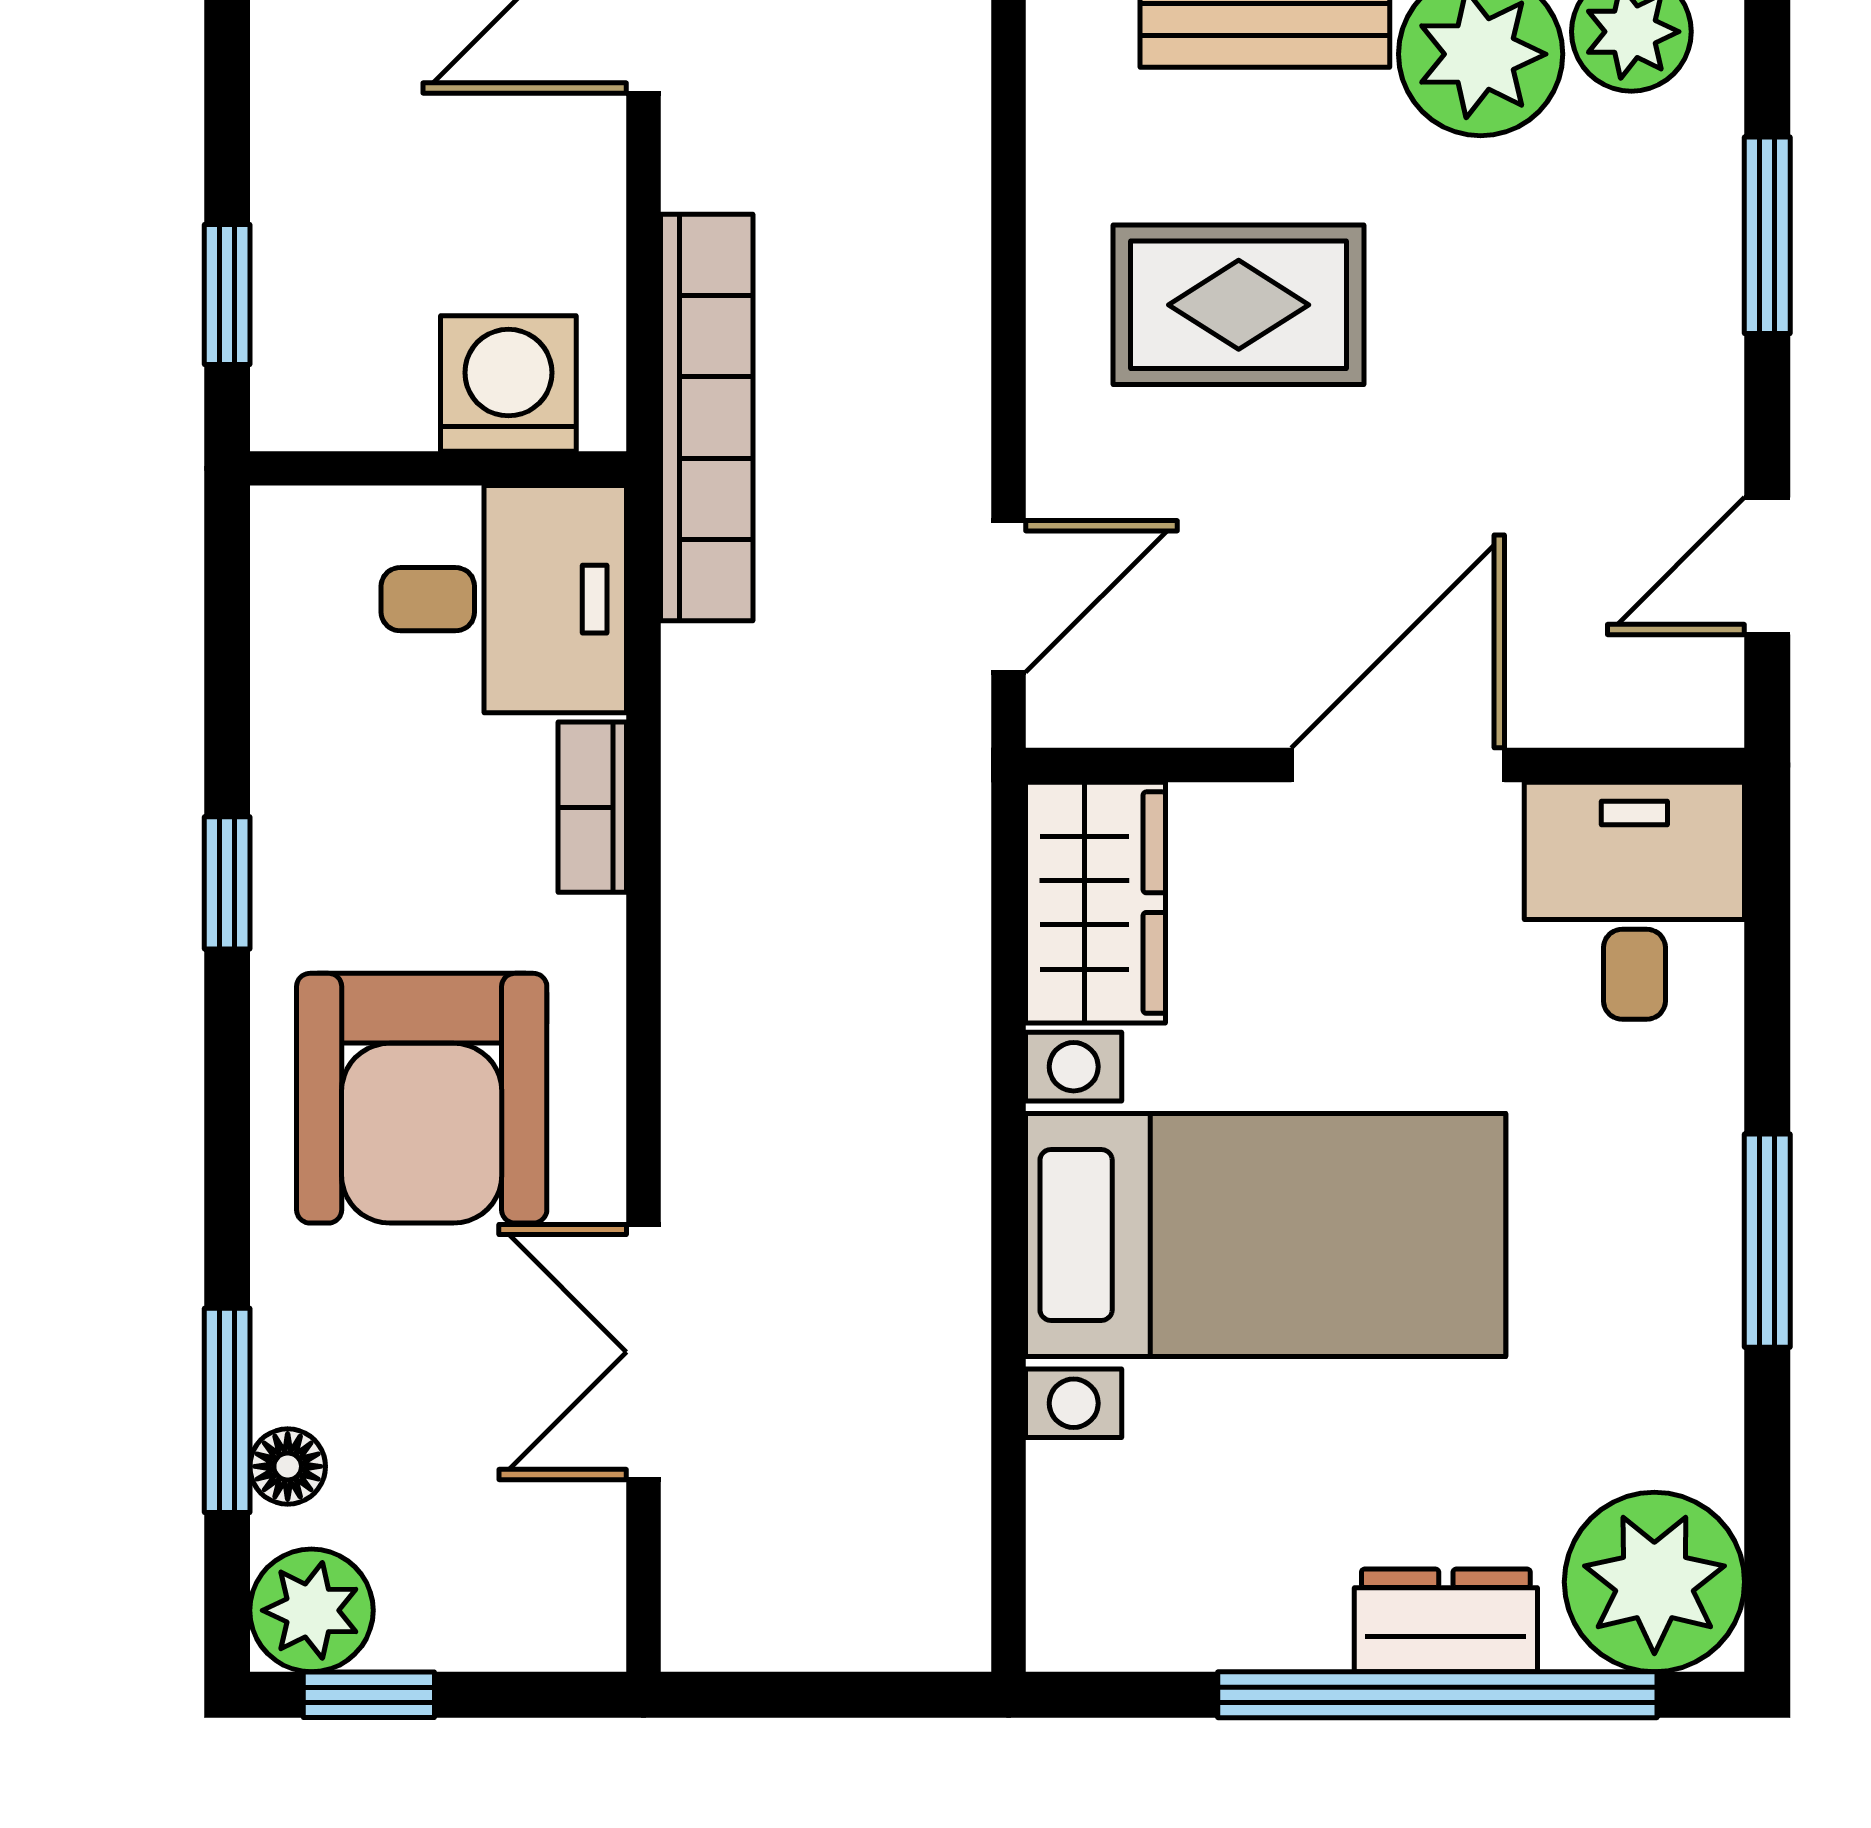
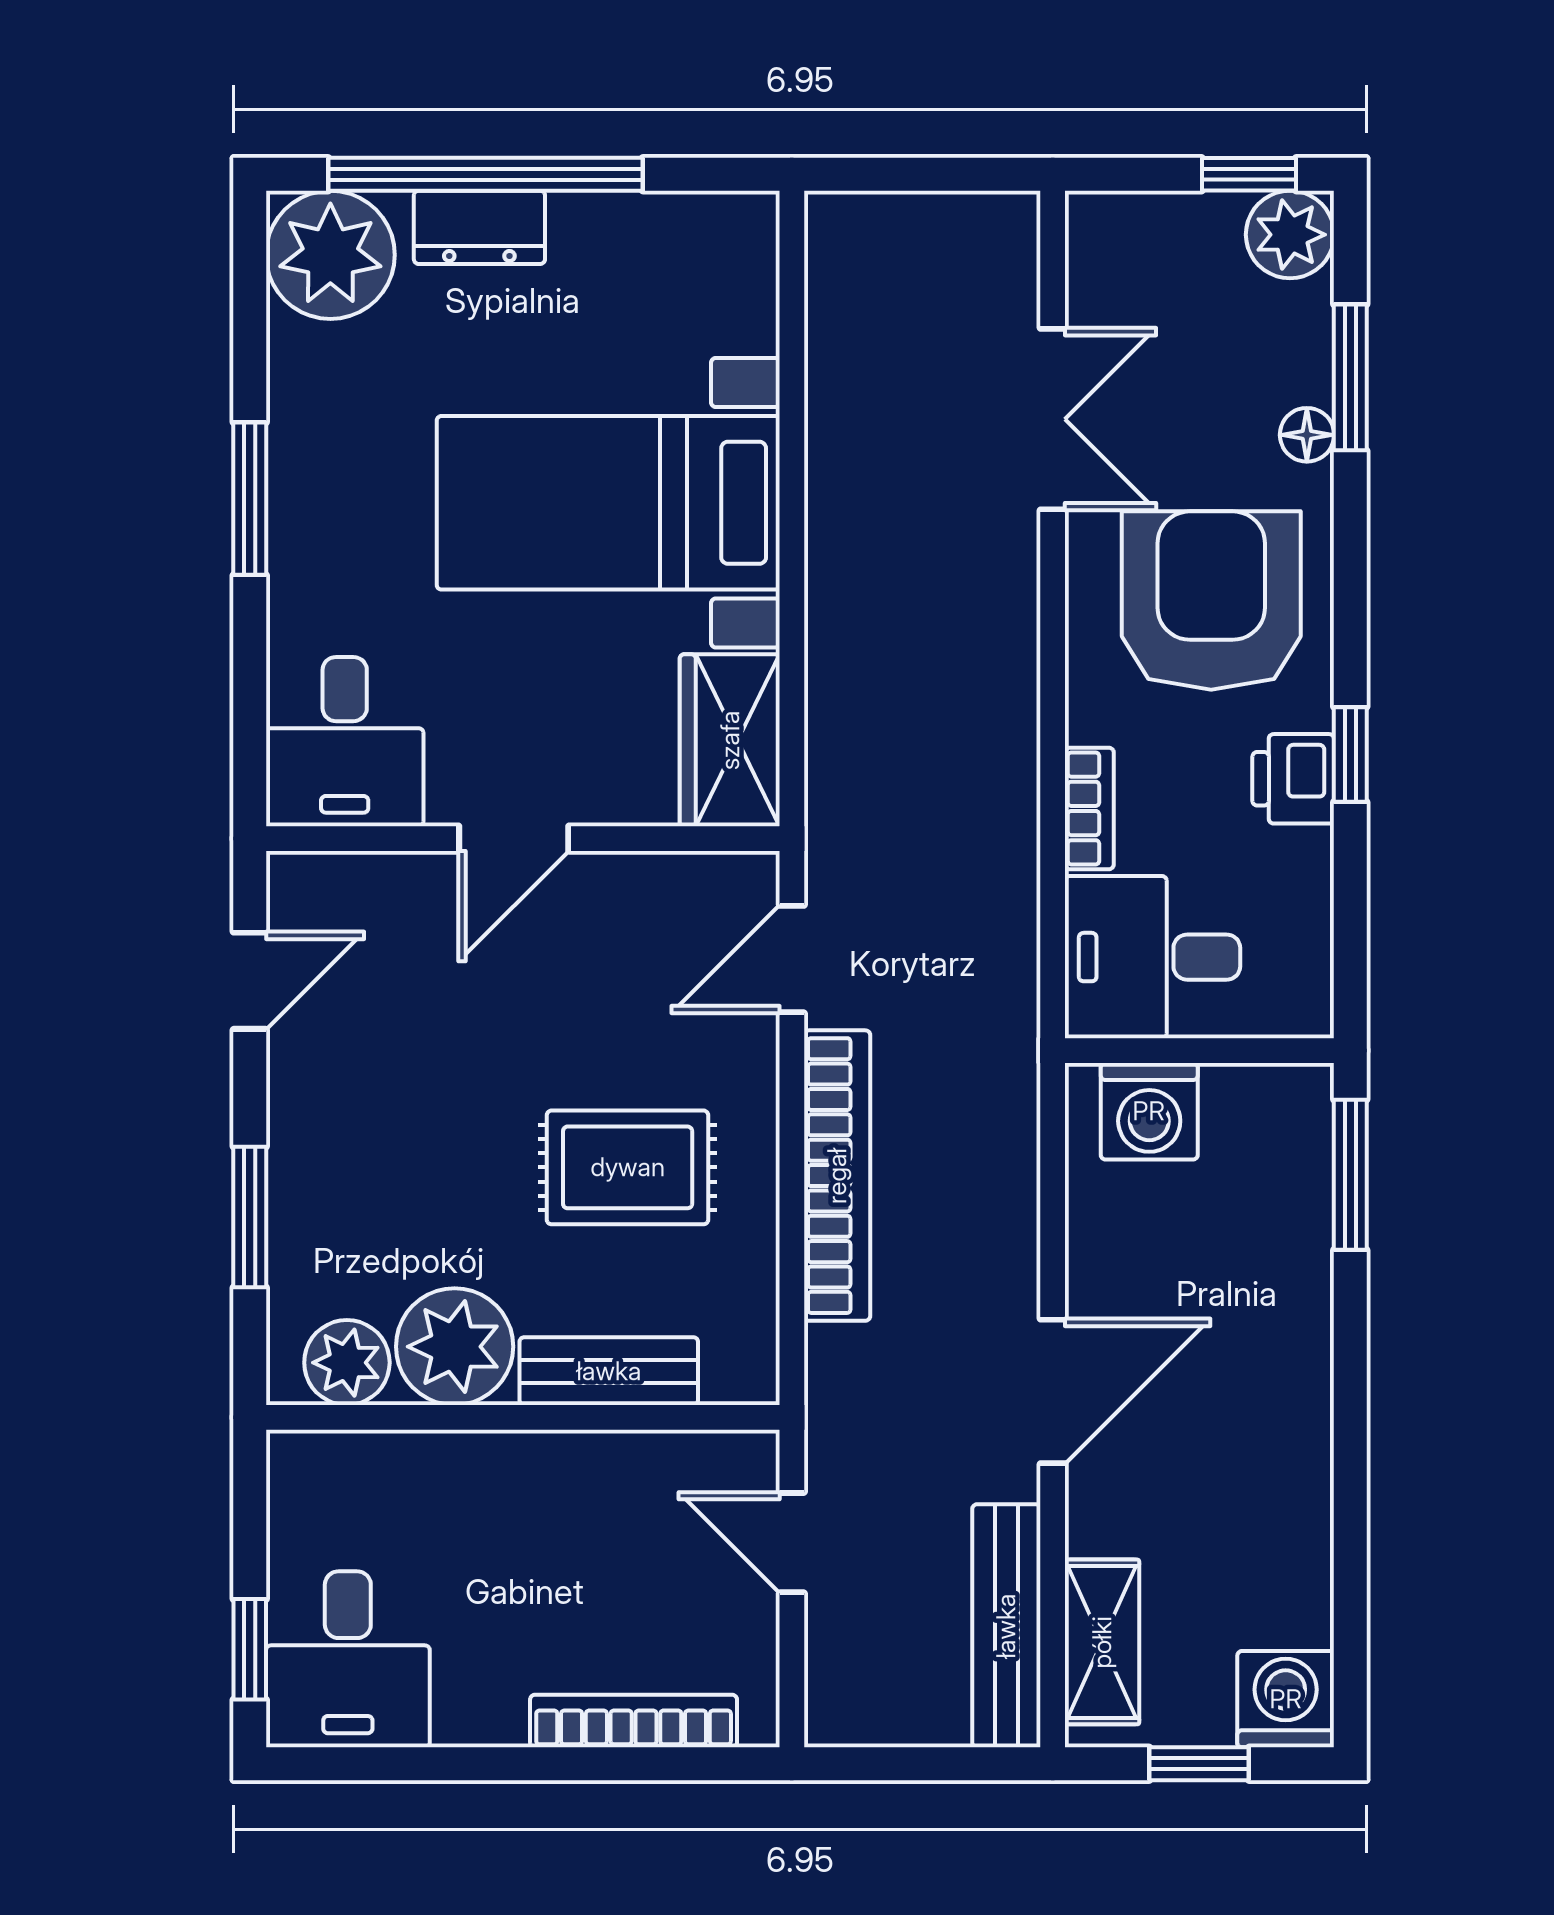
window: (227, 294) -> (1350, 1175), width x1.50
bookcase: (707, 418) -> (837, 1176), moved, turned 180
door: (1398, 765) -> (514, 839), width x0.73
printer: (307, 849) -> (1293, 779), added
floor lamp: (288, 1466) -> (1307, 435), moved

